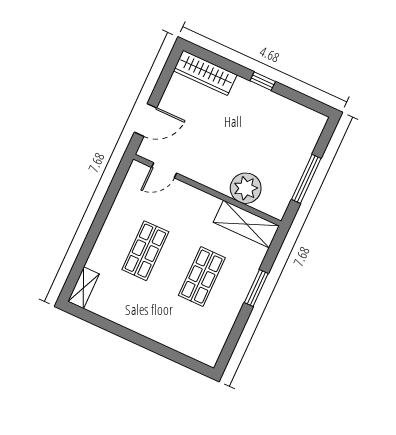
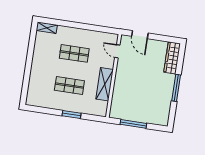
window: (263, 81) -> (176, 88), width x2.17
plant: (246, 188) -> (120, 95), removed
shelving: (246, 224) -> (105, 84), moved

